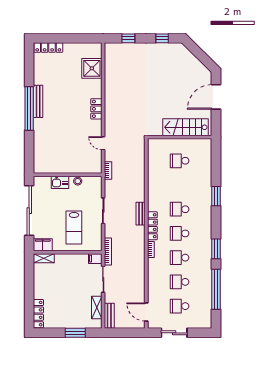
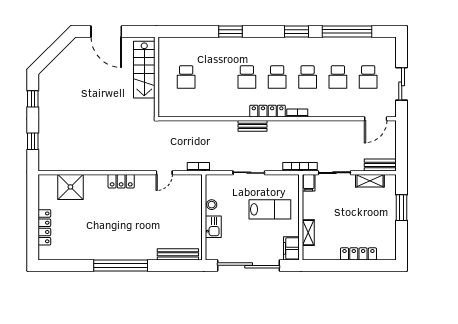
locker: (48, 48) -> (44, 227), moved
bench: (38, 101) -> (178, 254), moved
shelving: (44, 258) -> (308, 233), moved
locker: (38, 314) -> (358, 254), moved

